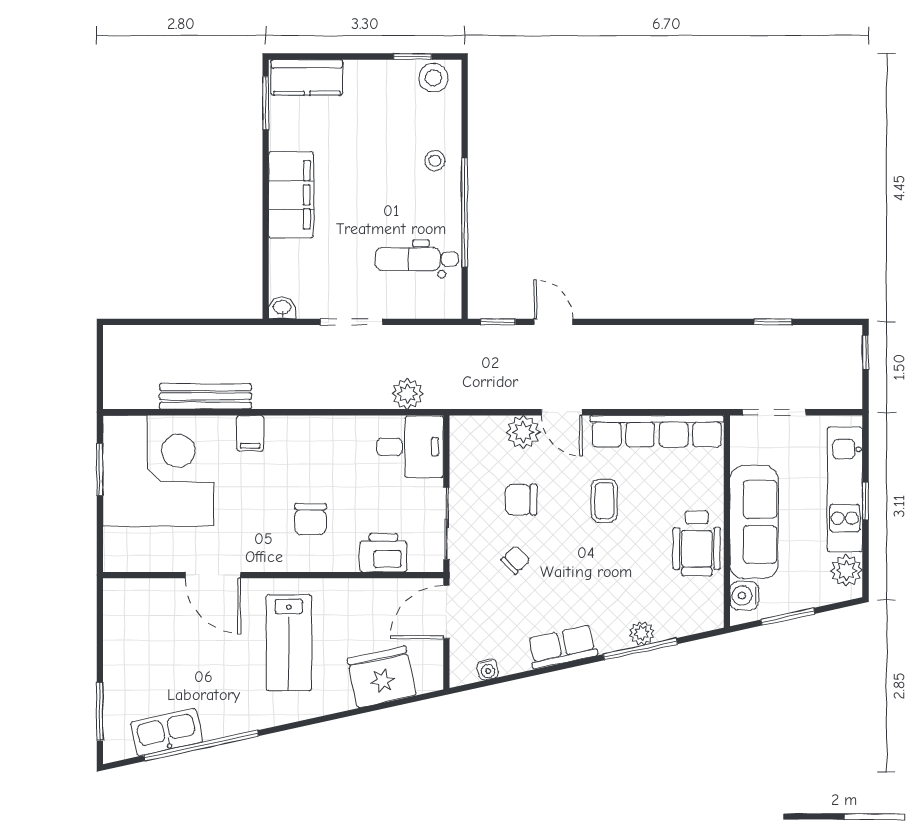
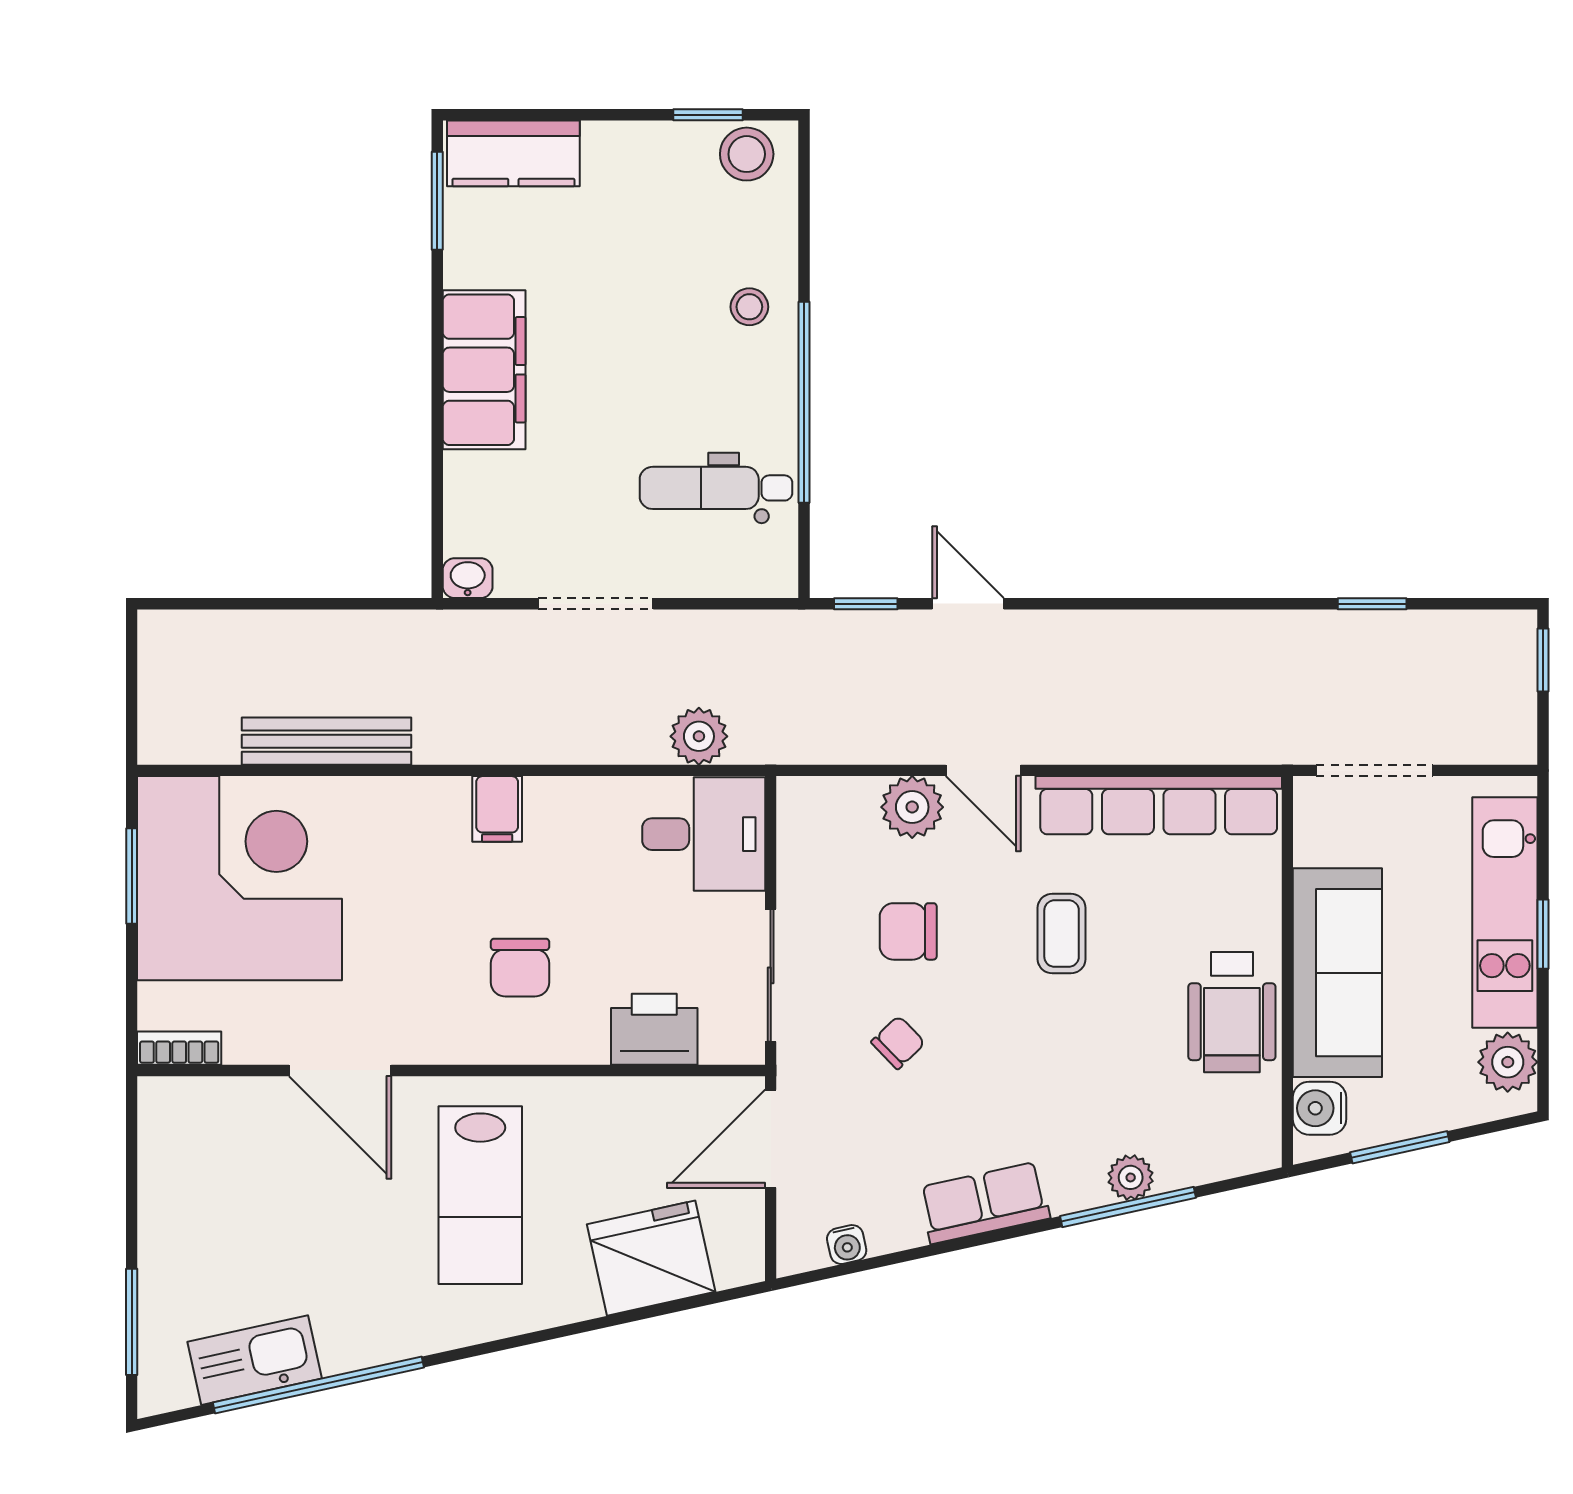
filing cabinet: (250, 433) -> (497, 809), moved
bookcase: (126, 563) -> (179, 1048), added

